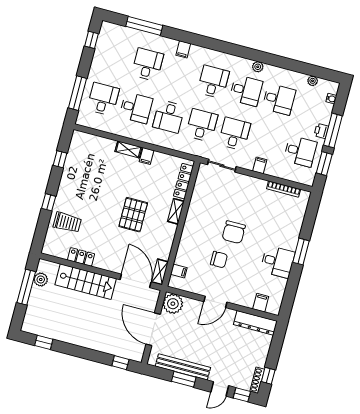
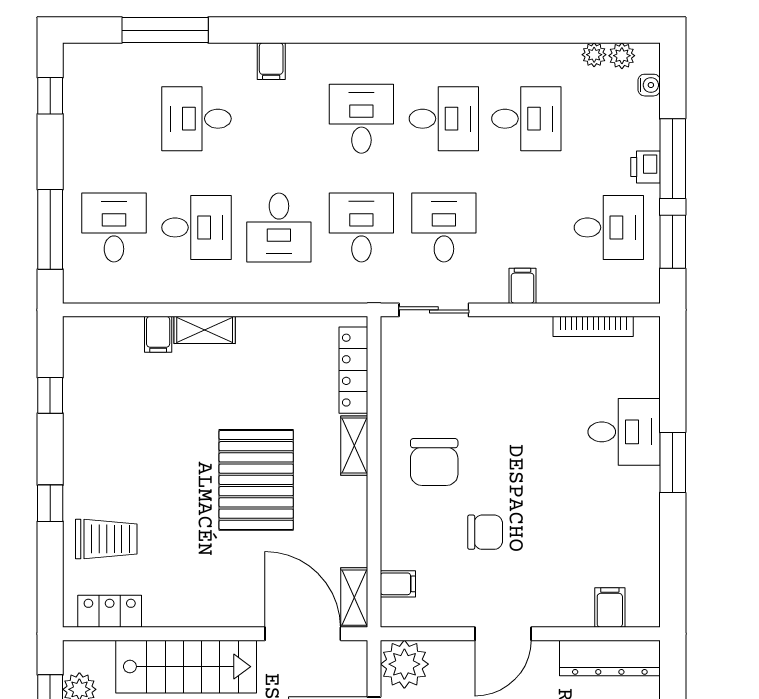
desk: (147, 64) -> (196, 119), turned -90
plant: (258, 67) -> (622, 56), moved
filing cabinet: (147, 156) -> (158, 334), moved
pallet: (133, 215) -> (256, 480), width x1.37, depth x1.41
chair: (234, 232) -> (434, 462), moved
locker: (81, 257) -> (110, 611), moved
desk: (278, 262) -> (624, 432), moved

